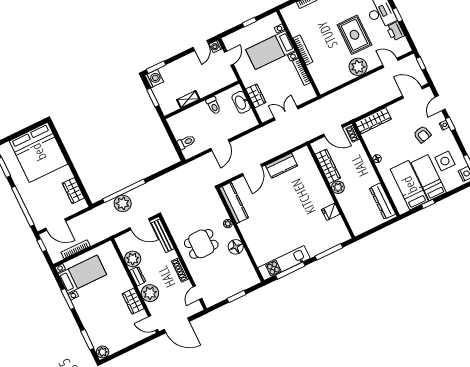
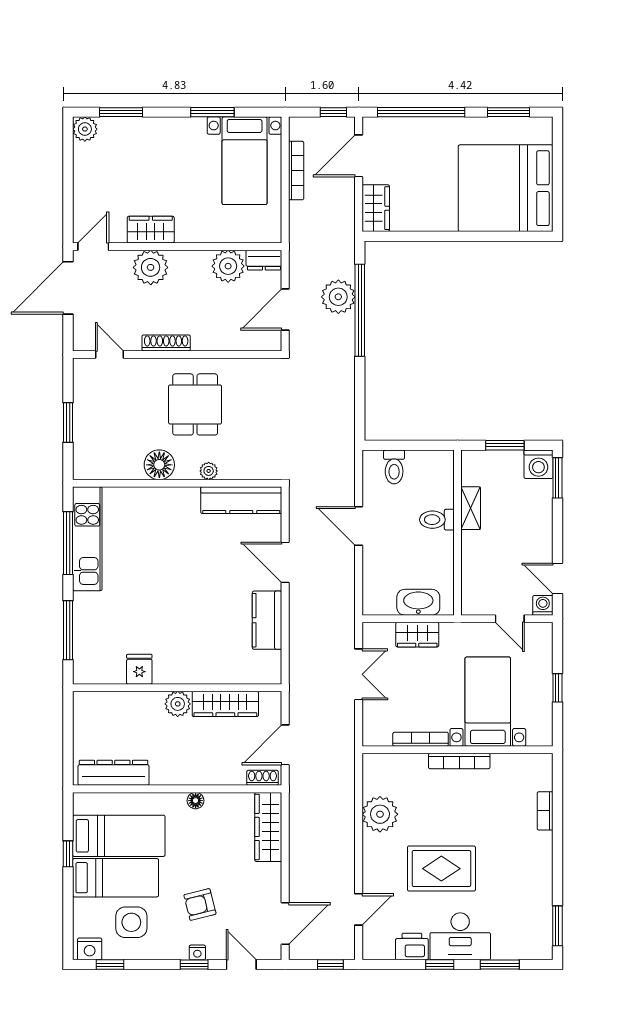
plant: (358, 67) -> (380, 814), moved
toilet: (213, 105) -> (437, 520), moved
wardrobe: (73, 191) -> (376, 208), moved, turned 90
bench: (163, 236) -> (244, 342), removed
dresser: (138, 276) -> (264, 260), moved

